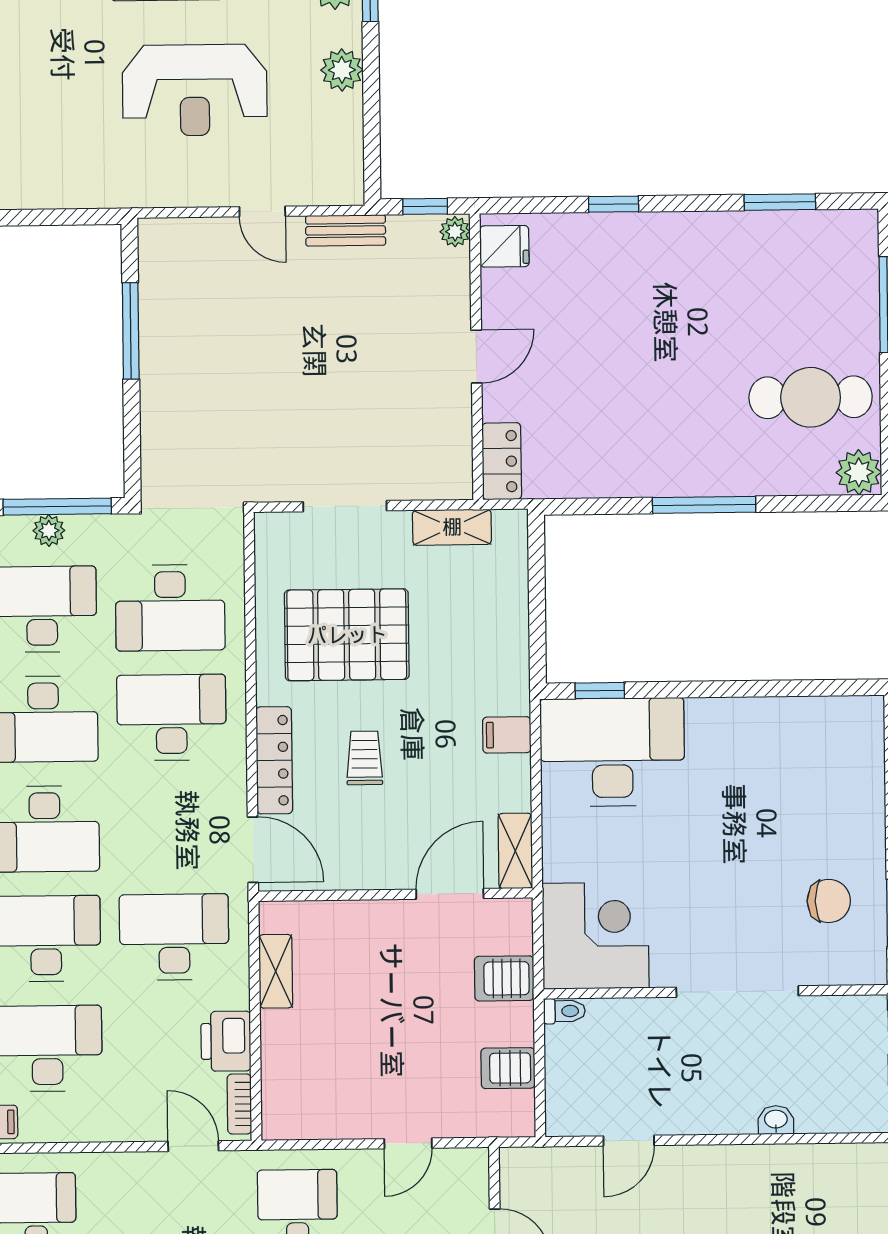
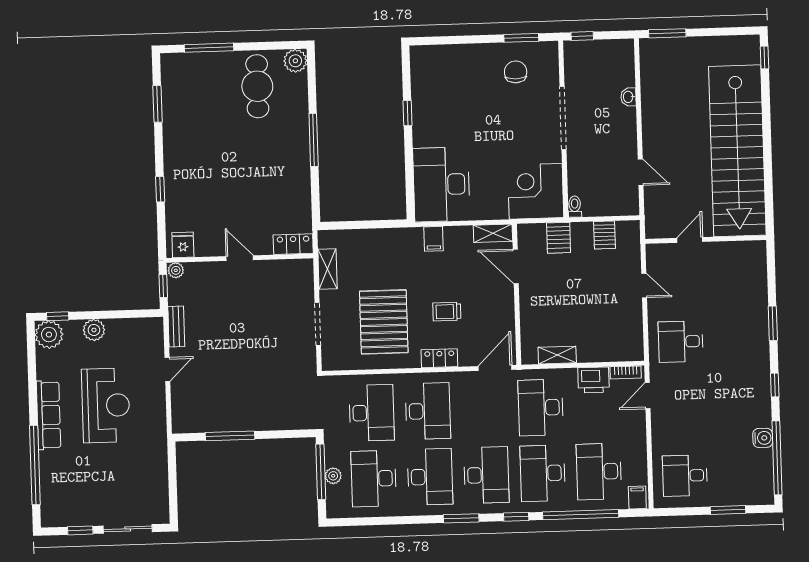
window: (600, 691) -> (407, 113), moved
desk: (171, 717) -> (428, 411), turned 180
locker: (274, 760) -> (439, 358), width x0.66

